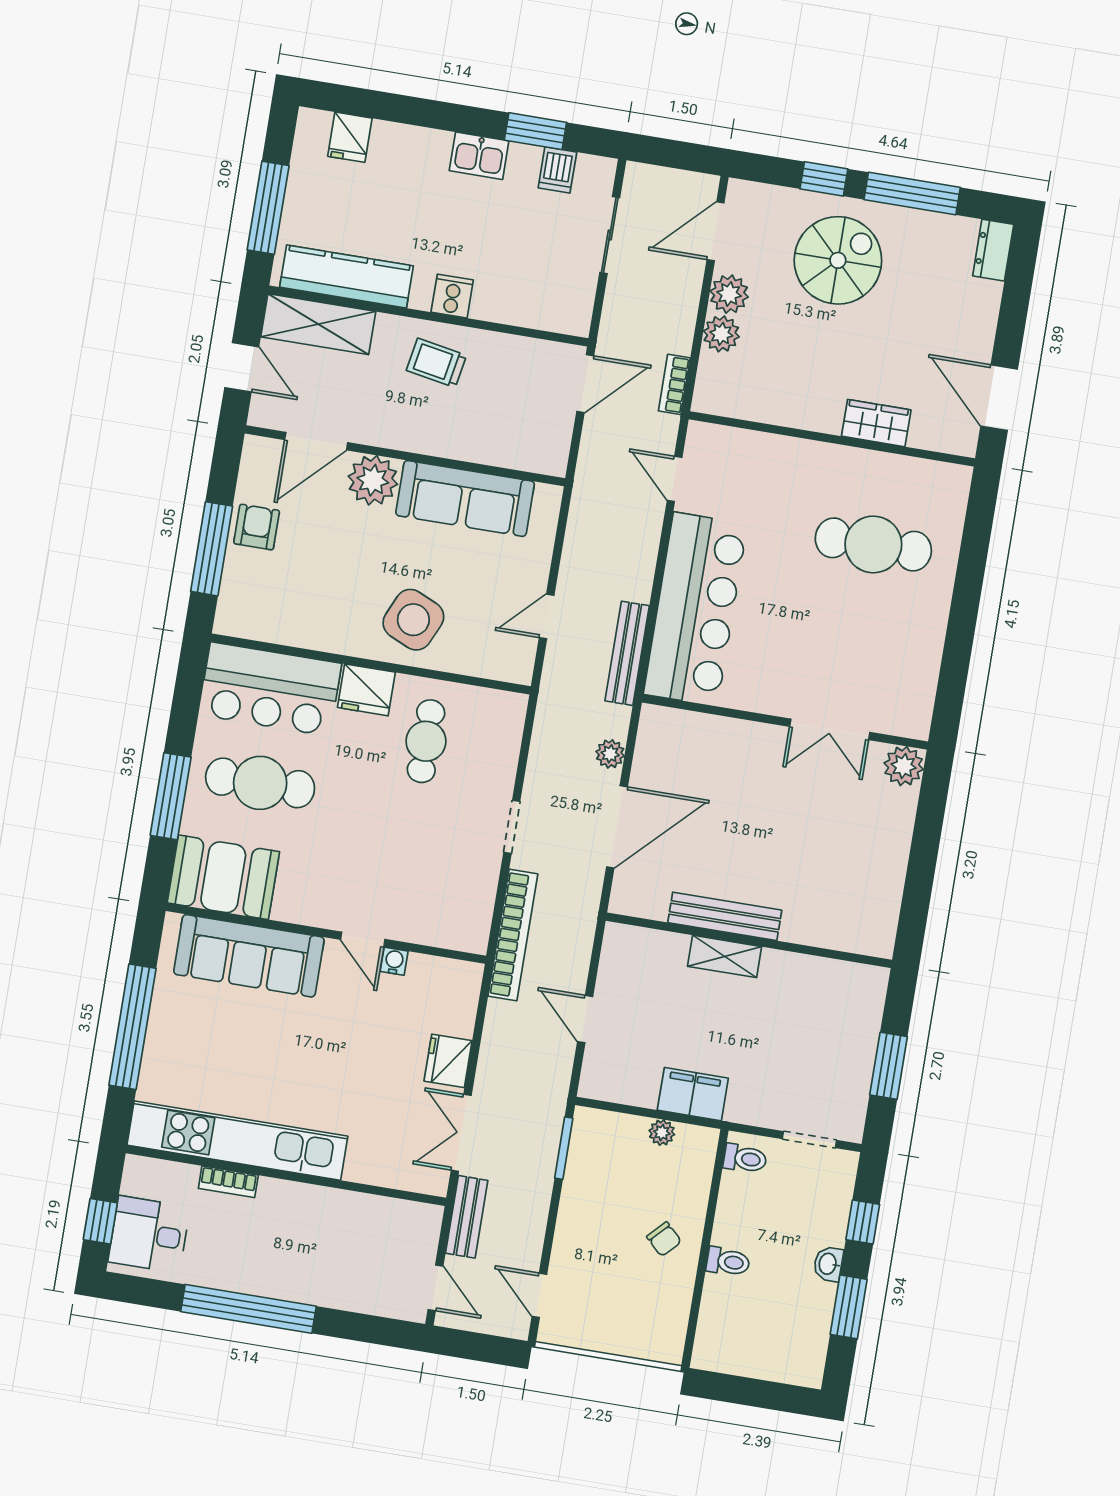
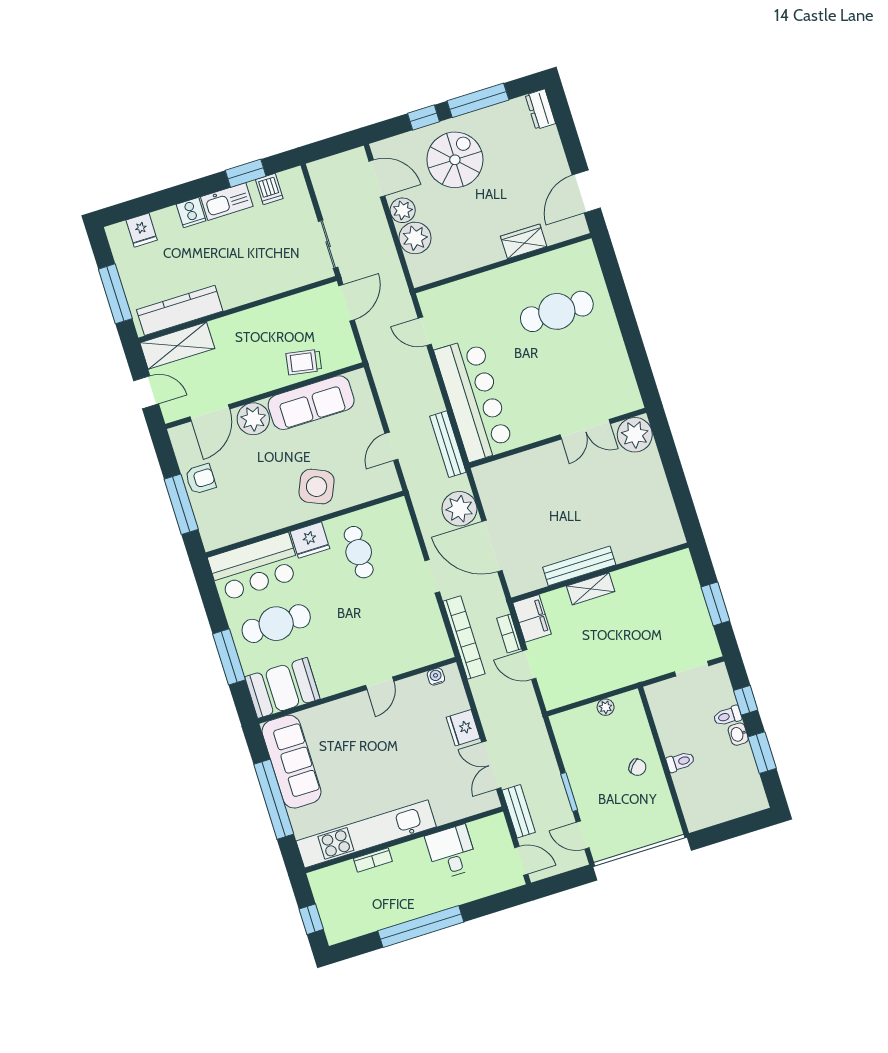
kitchen sink: (479, 156) -> (227, 202), width x1.38
door: (716, 231) -> (377, 178), swing flipped
sliding door: (610, 235) -> (328, 244), moved
cooker: (452, 296) -> (191, 212), moved, turned 180
plant: (721, 334) -> (415, 238), width x1.36, depth x1.36
trolley: (436, 363) -> (304, 362), moved
bookcase: (674, 384) -> (509, 633), moved
door: (999, 398) -> (586, 192), hinge flipped
armchair: (257, 527) -> (201, 479), turned 90
plant: (610, 754) -> (459, 509), width x1.88, depth x1.88
plant: (904, 766) -> (635, 435), width x1.36, depth x1.36
door: (617, 827) -> (492, 546), swing flipped
door: (363, 939) -> (380, 683), hinge flipped
sofa: (249, 956) -> (292, 762), moved, turned -90
water cooler: (394, 961) -> (436, 677), moved
filing cabinet: (693, 1094) -> (532, 618), moved, turned 90
window: (564, 1148) -> (569, 792), moved
toilet: (745, 1159) -> (727, 716), moved, turned 180
desk: (149, 1234) -> (452, 852), moved, turned 90

